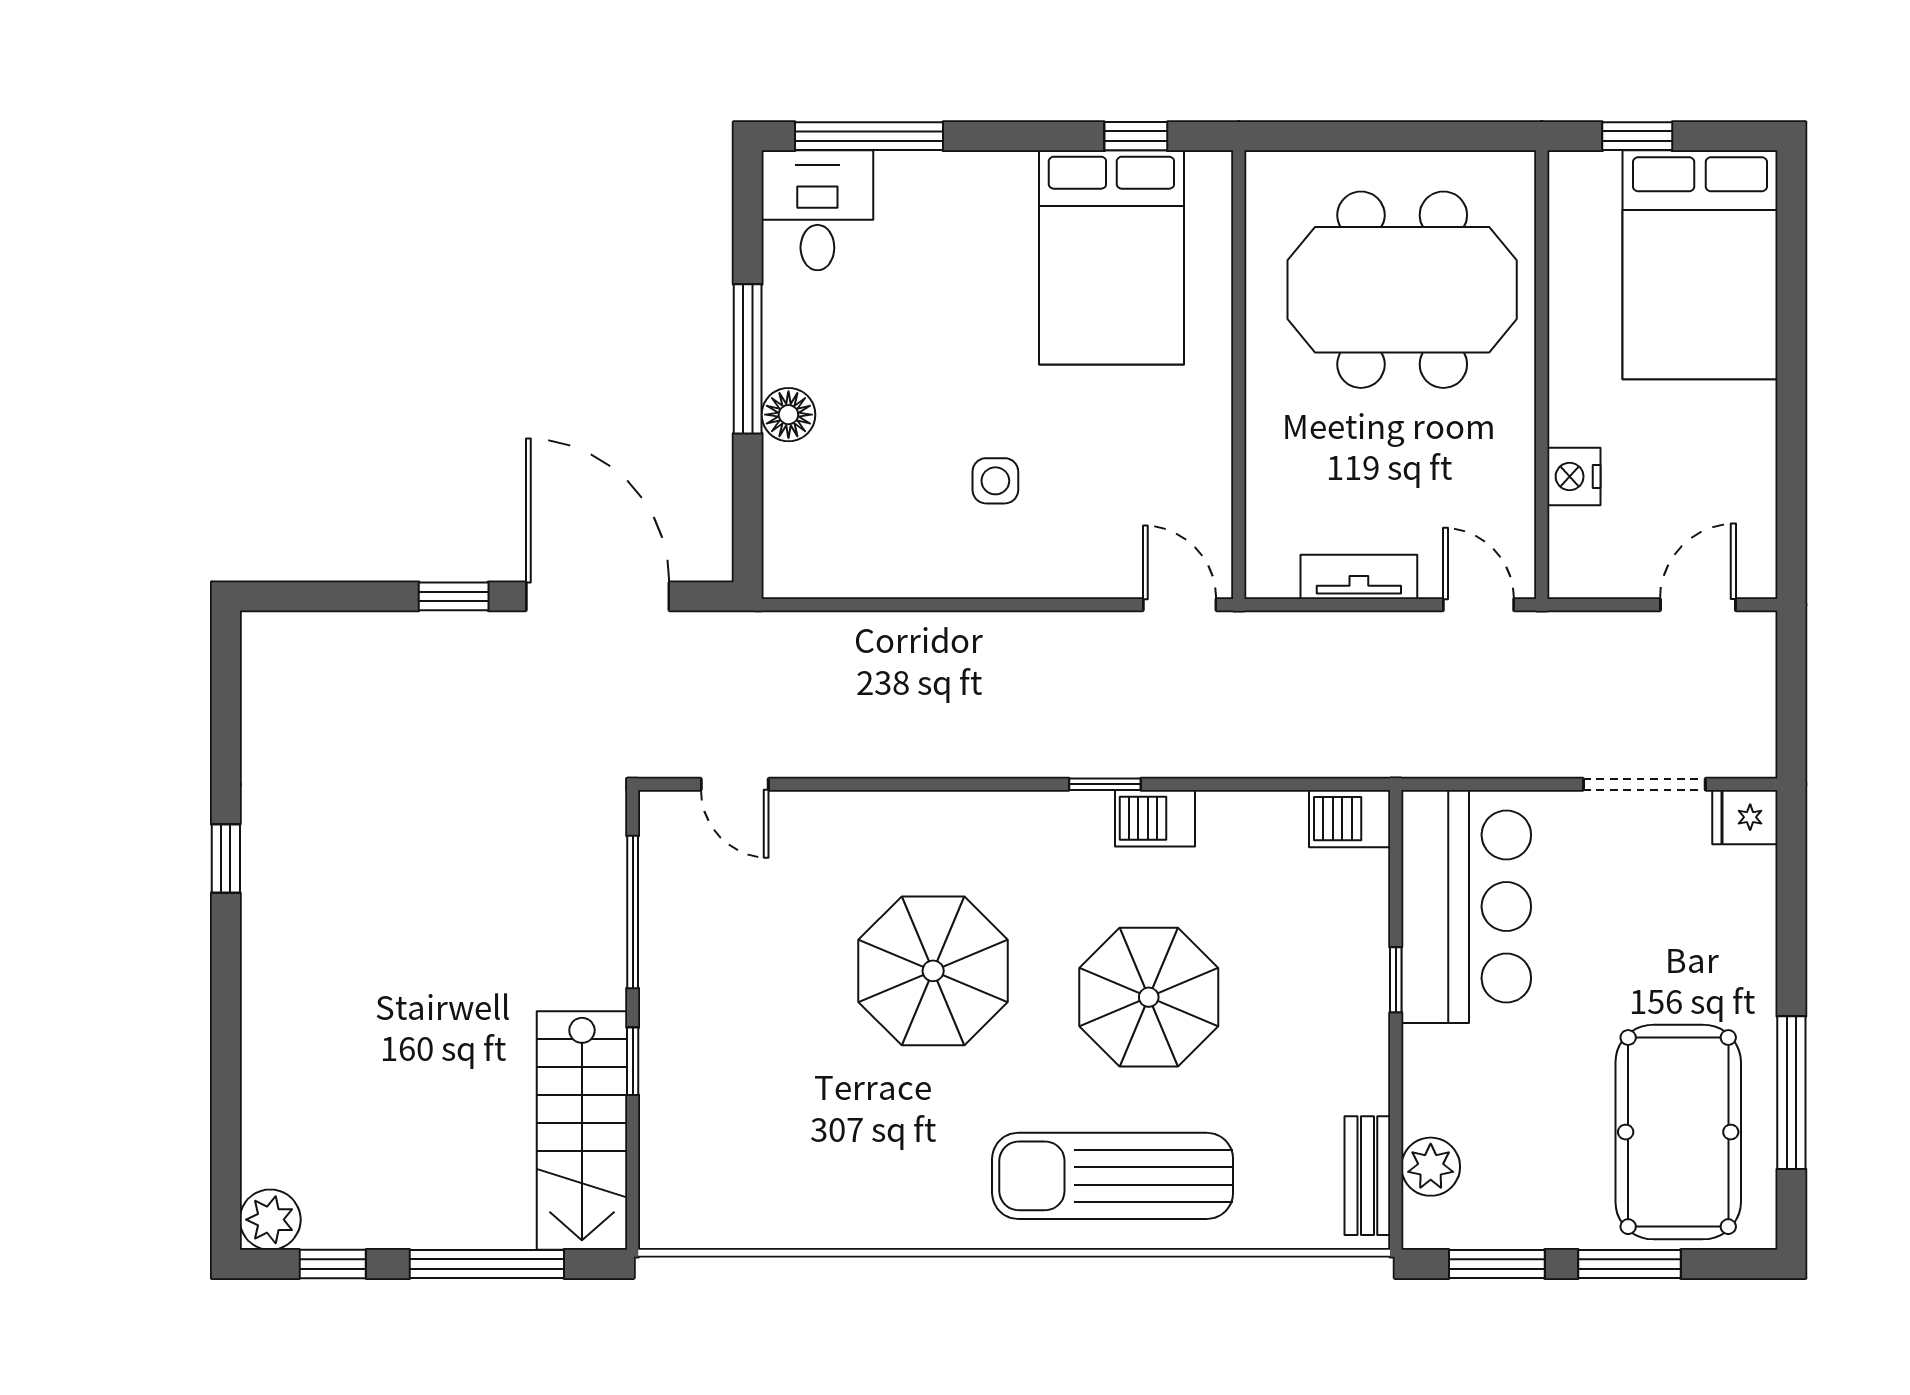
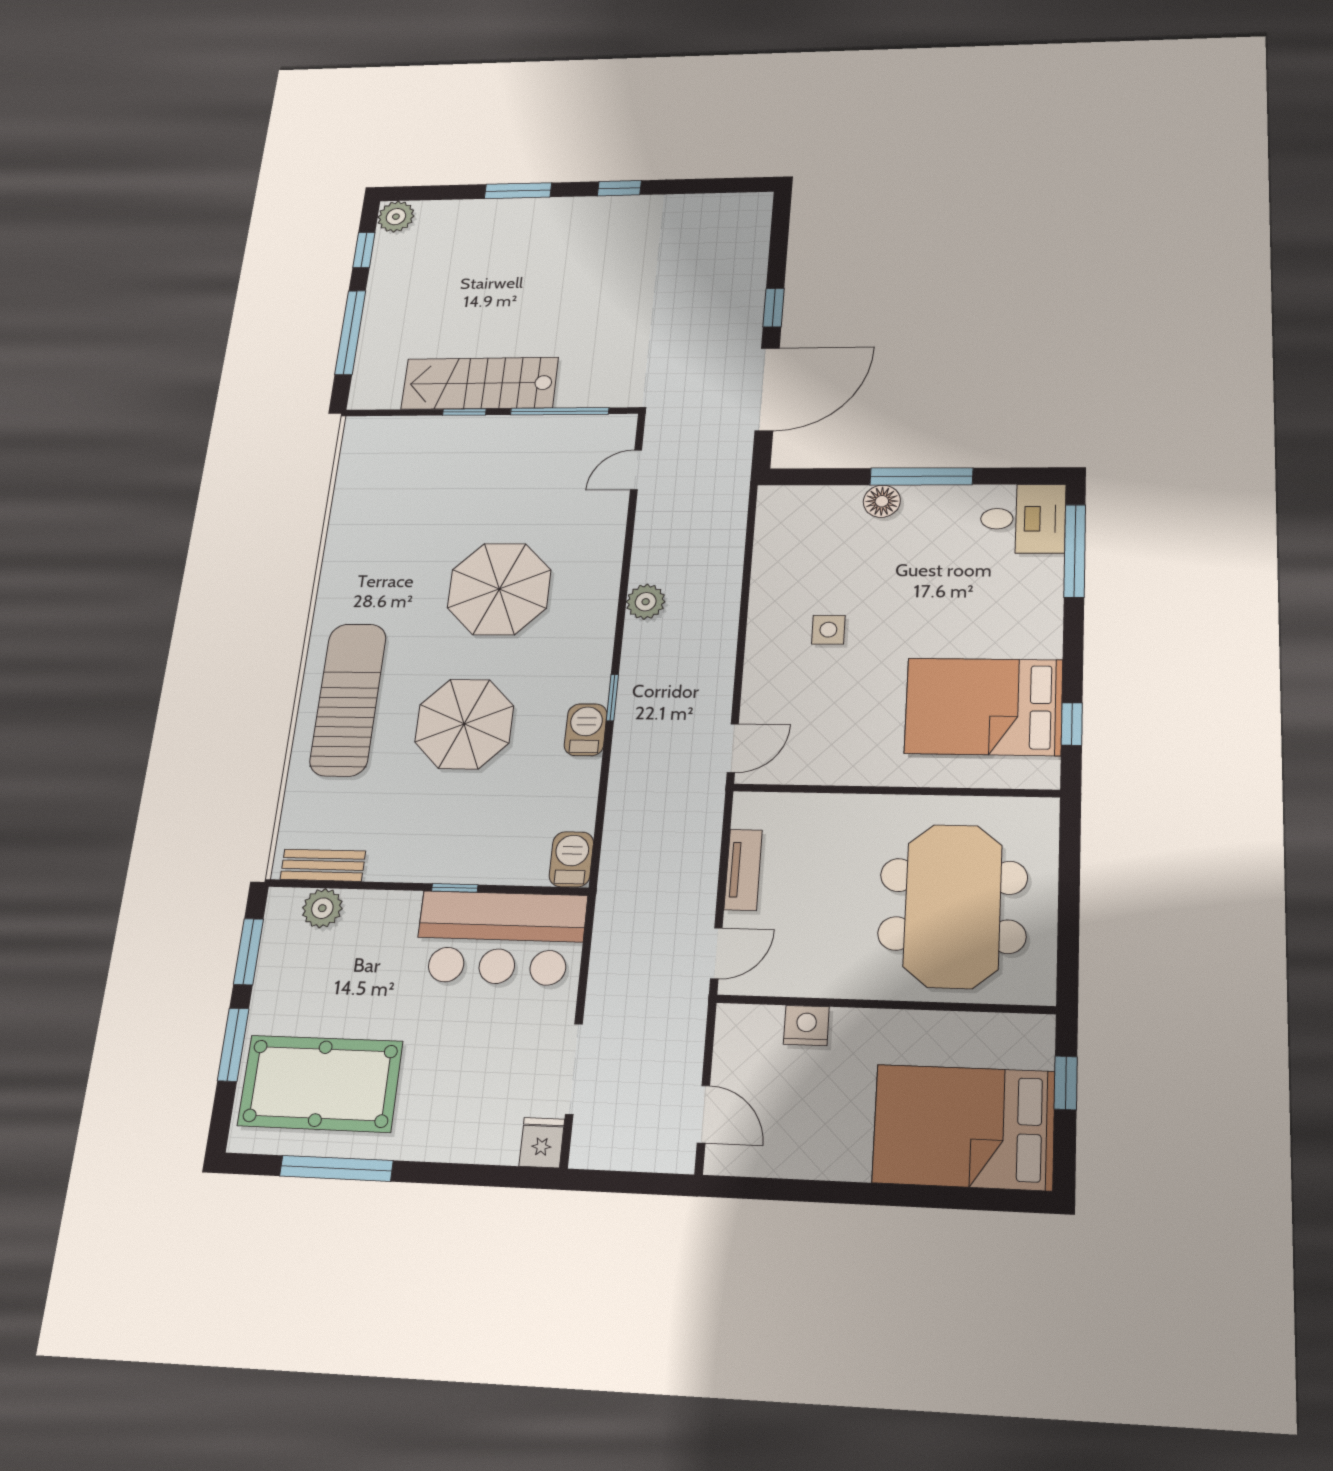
plant: (953, 750) -> (646, 602), added
window: (226, 1024) -> (518, 191), added
stairs: (582, 1131) -> (480, 383), moved

